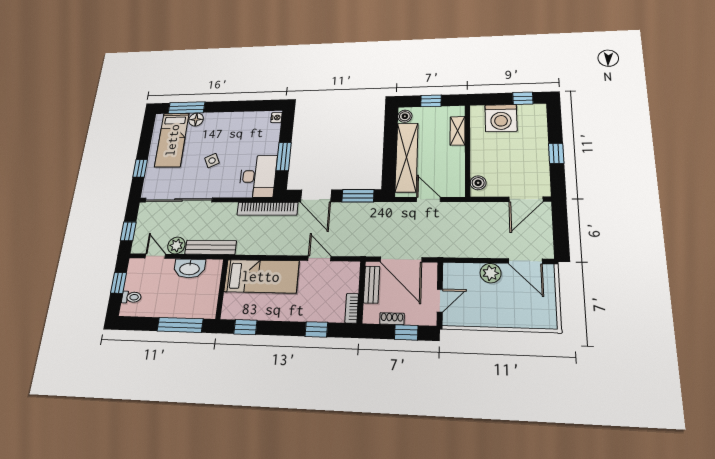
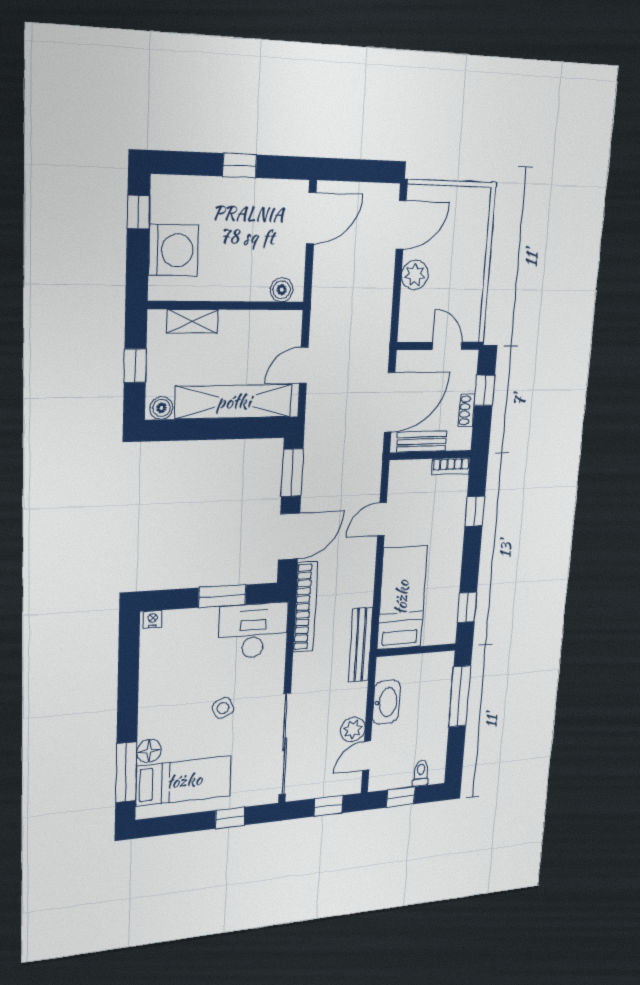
door: (526, 199) -> (311, 218), hinge flipped
bench: (211, 247) -> (360, 645), moved

